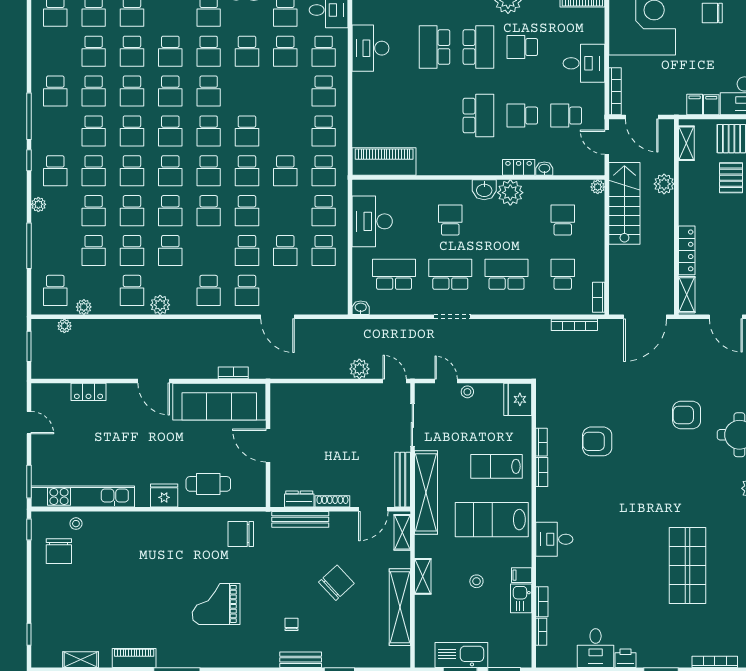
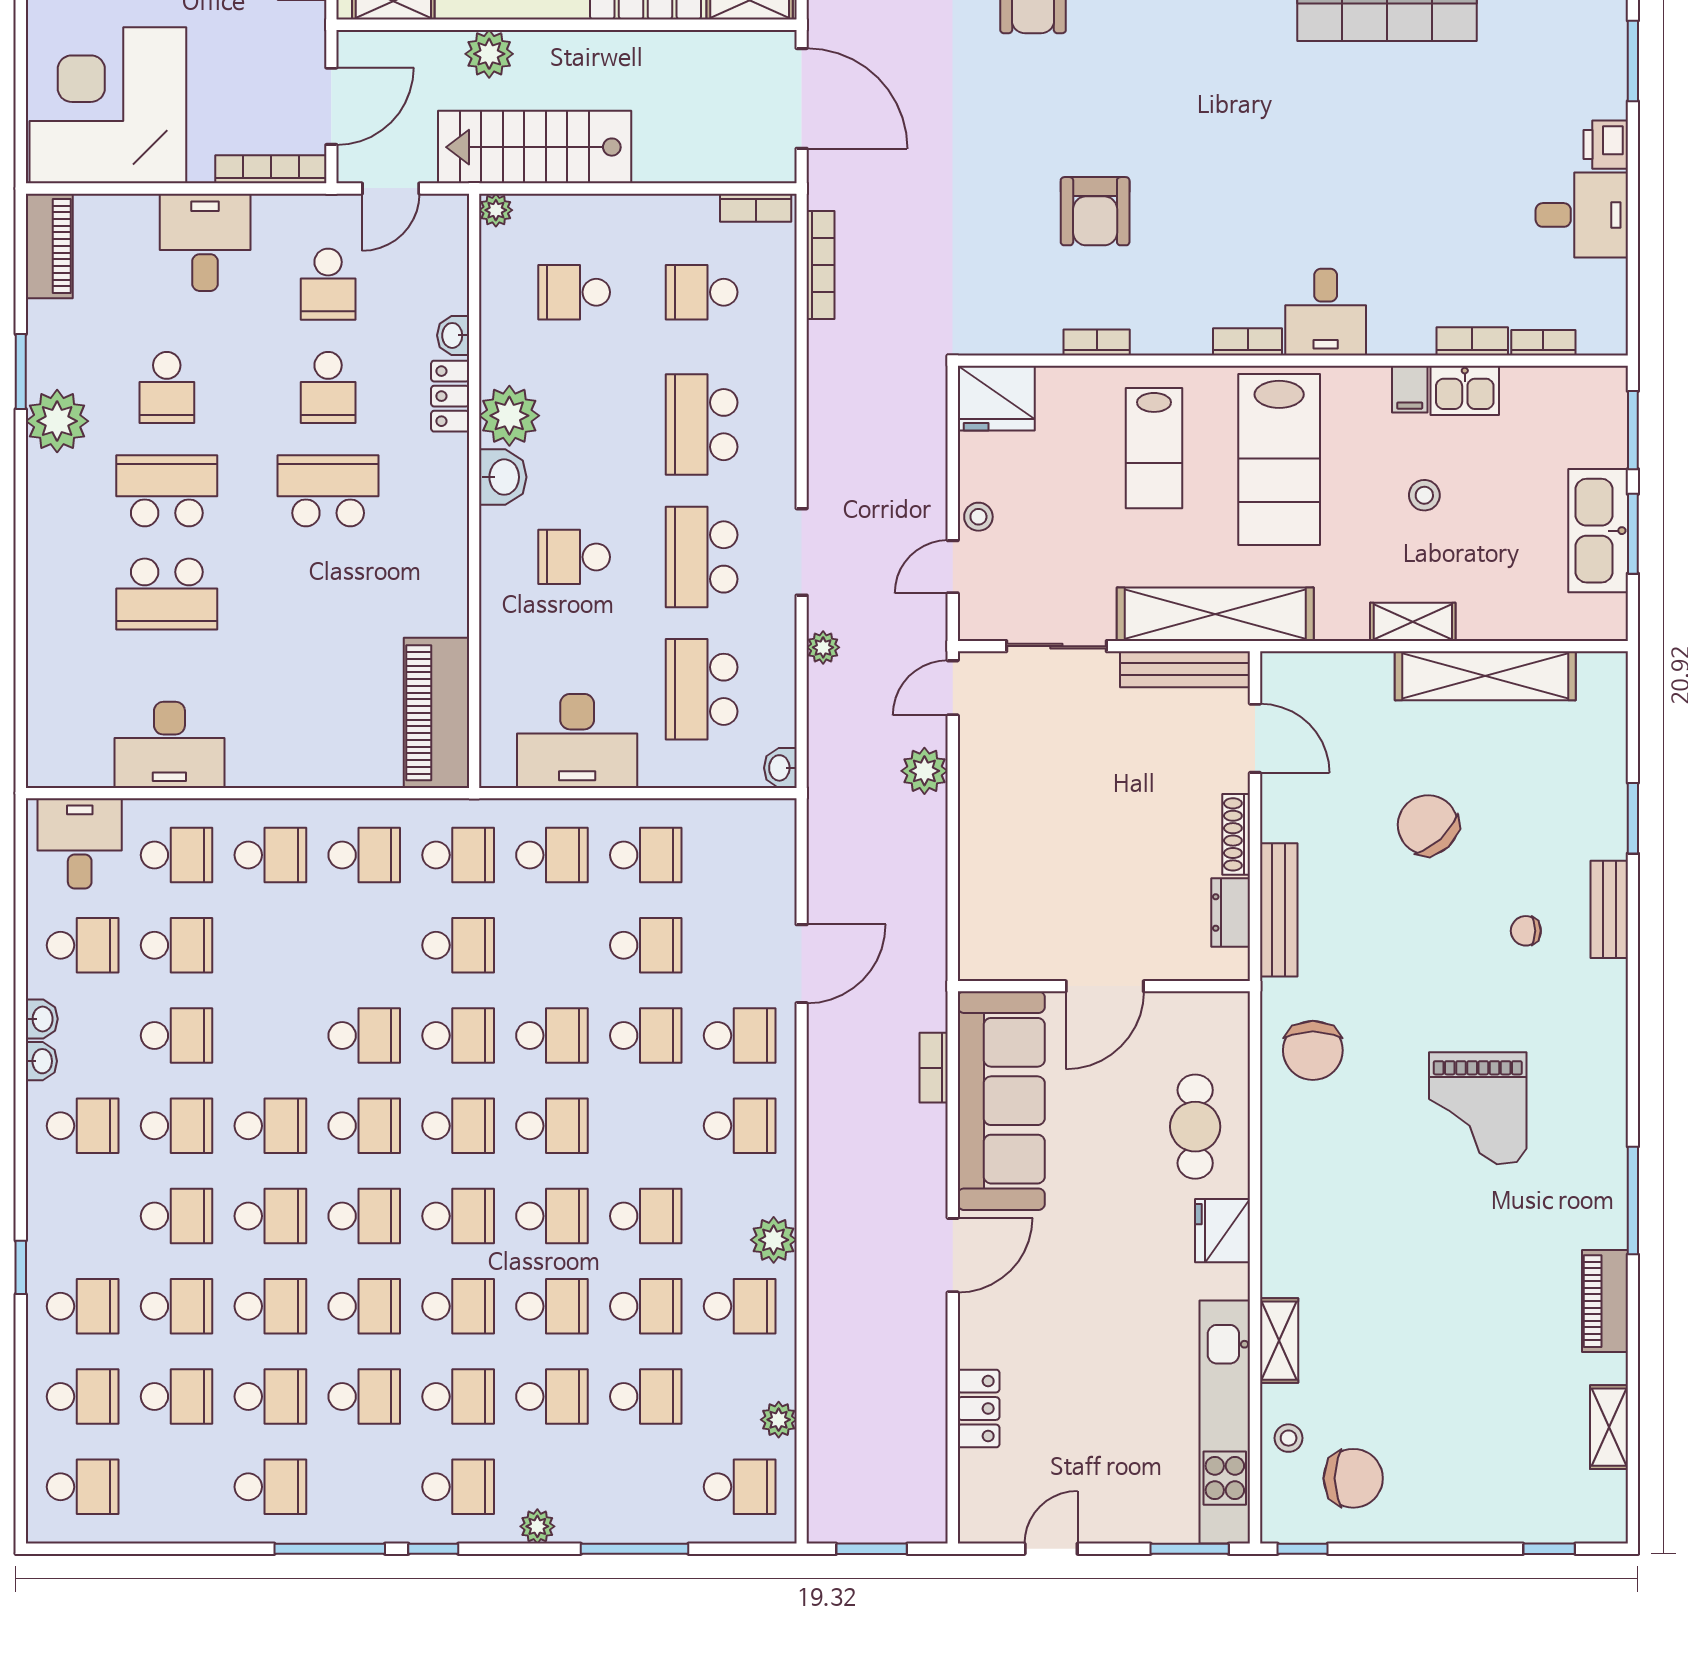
plant: (64, 326) -> (823, 647), moved
bookcase: (542, 472) -> (1248, 342), moved
shelving: (402, 532) -> (1279, 1341), moved, turned 90

